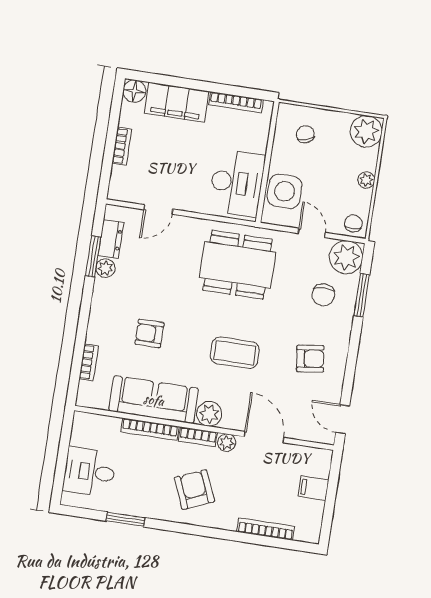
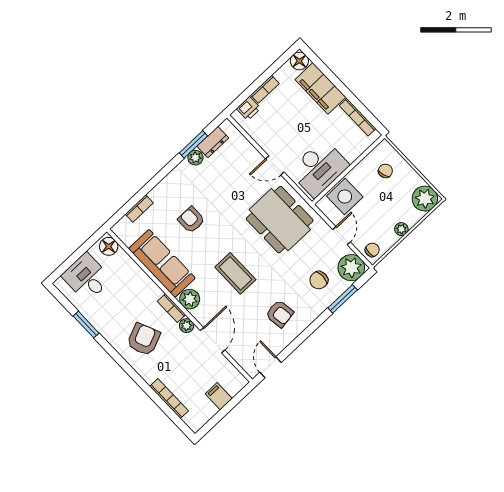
printer: (120, 178) -> (249, 108), added
door: (158, 209) -> (275, 165), moved
floor lamp: (88, 424) -> (109, 246), added
bookcase: (150, 429) -> (145, 280), removed

